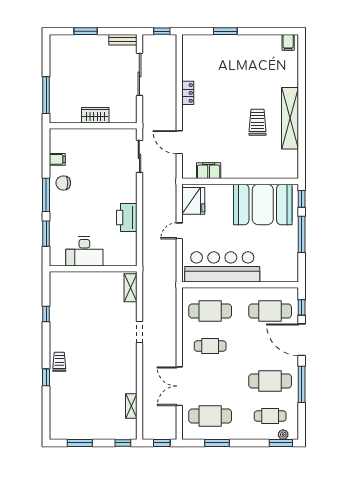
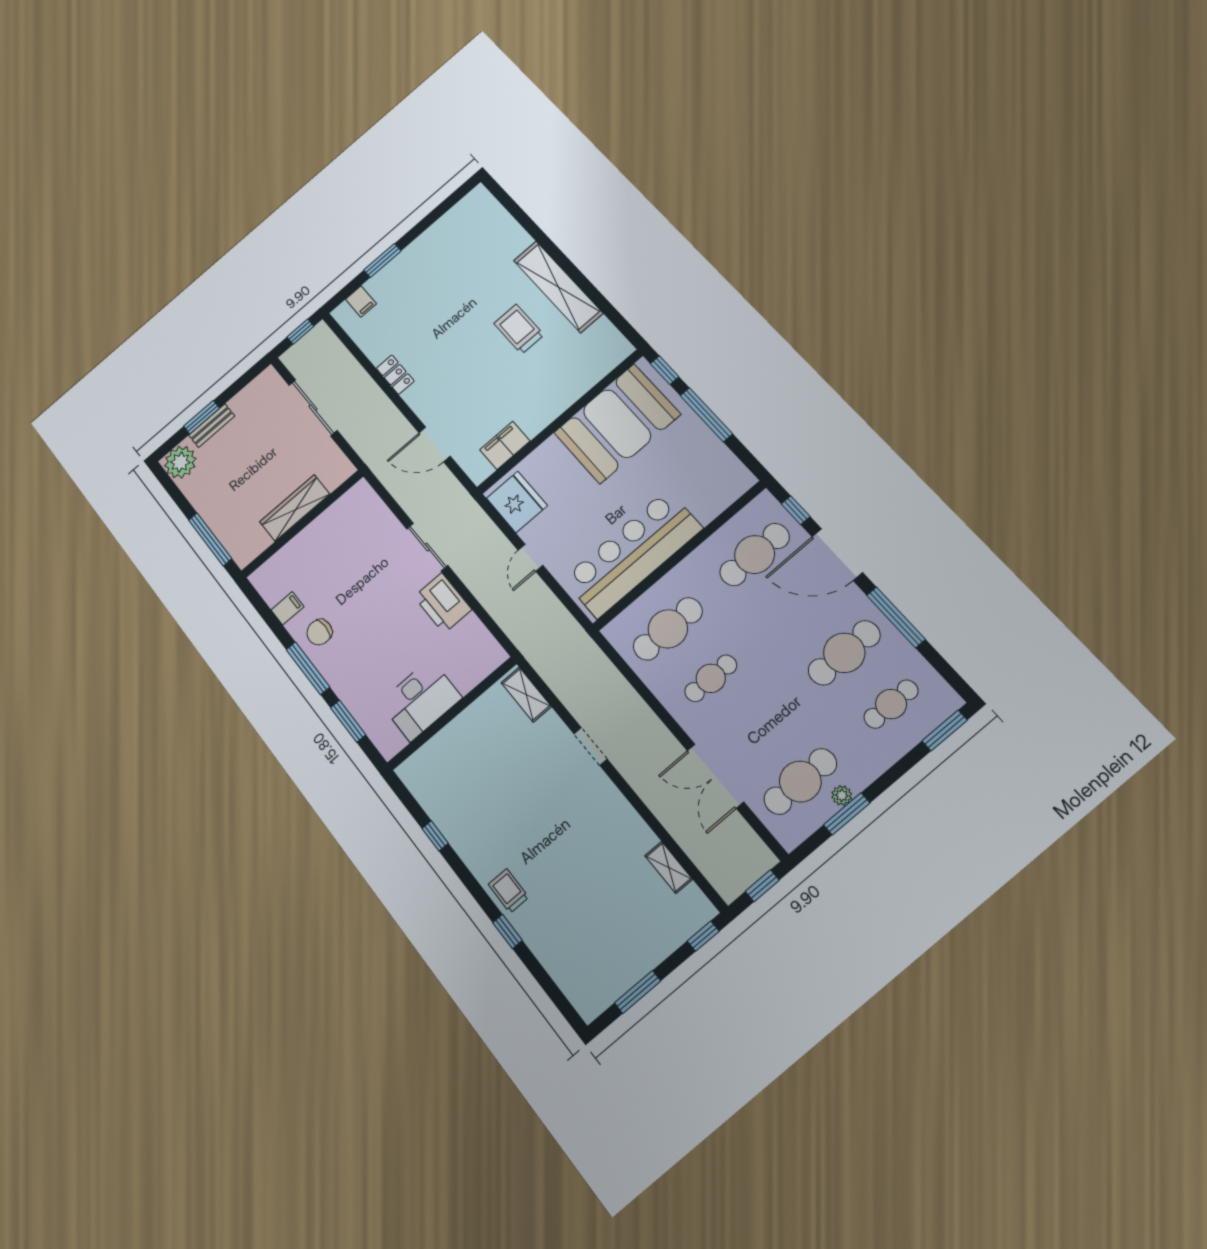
bench: (123, 40) -> (212, 426), moved
filing cabinet: (288, 42) -> (361, 302), moved
plant: (59, 44) -> (180, 462), added
wardrobe: (95, 115) -> (295, 508), width x1.50
sliding door: (139, 156) -> (427, 547), moved
plant: (283, 435) -> (842, 795), moved

